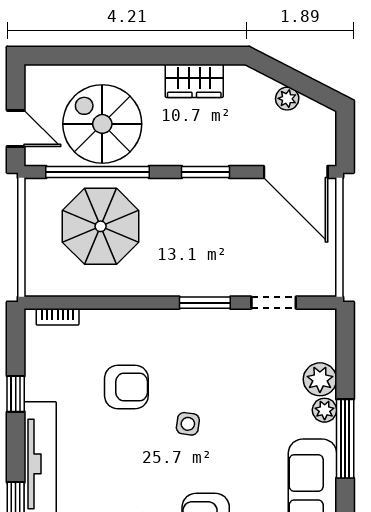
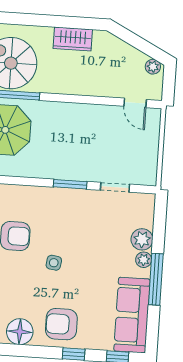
plant: (287, 99) -> (153, 67), moved
window: (206, 172) -> (76, 99), removed
door: (296, 172) -> (135, 103), width x0.53

